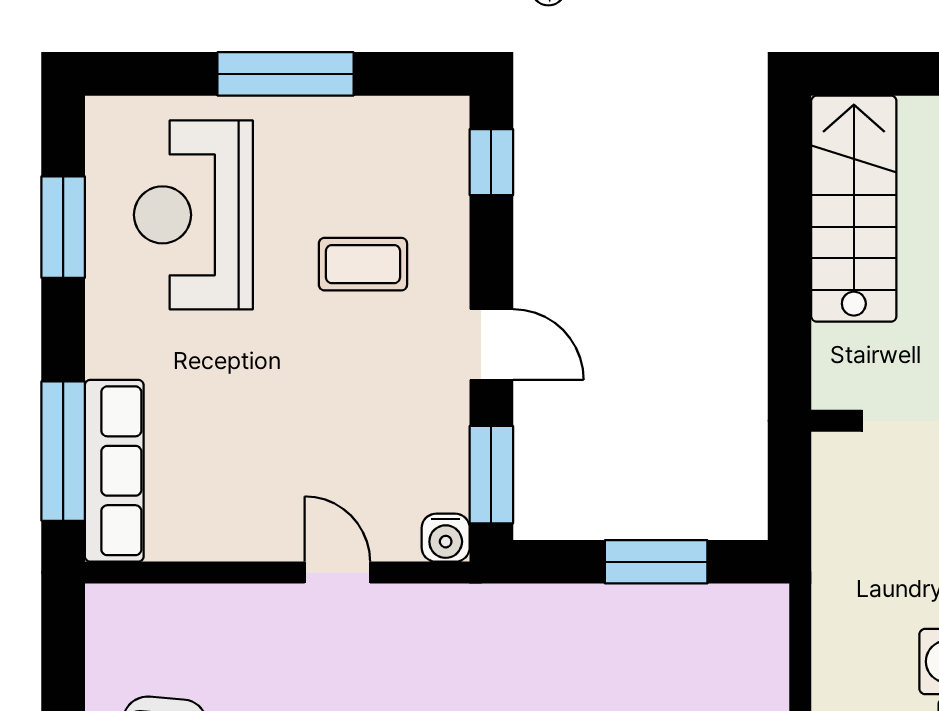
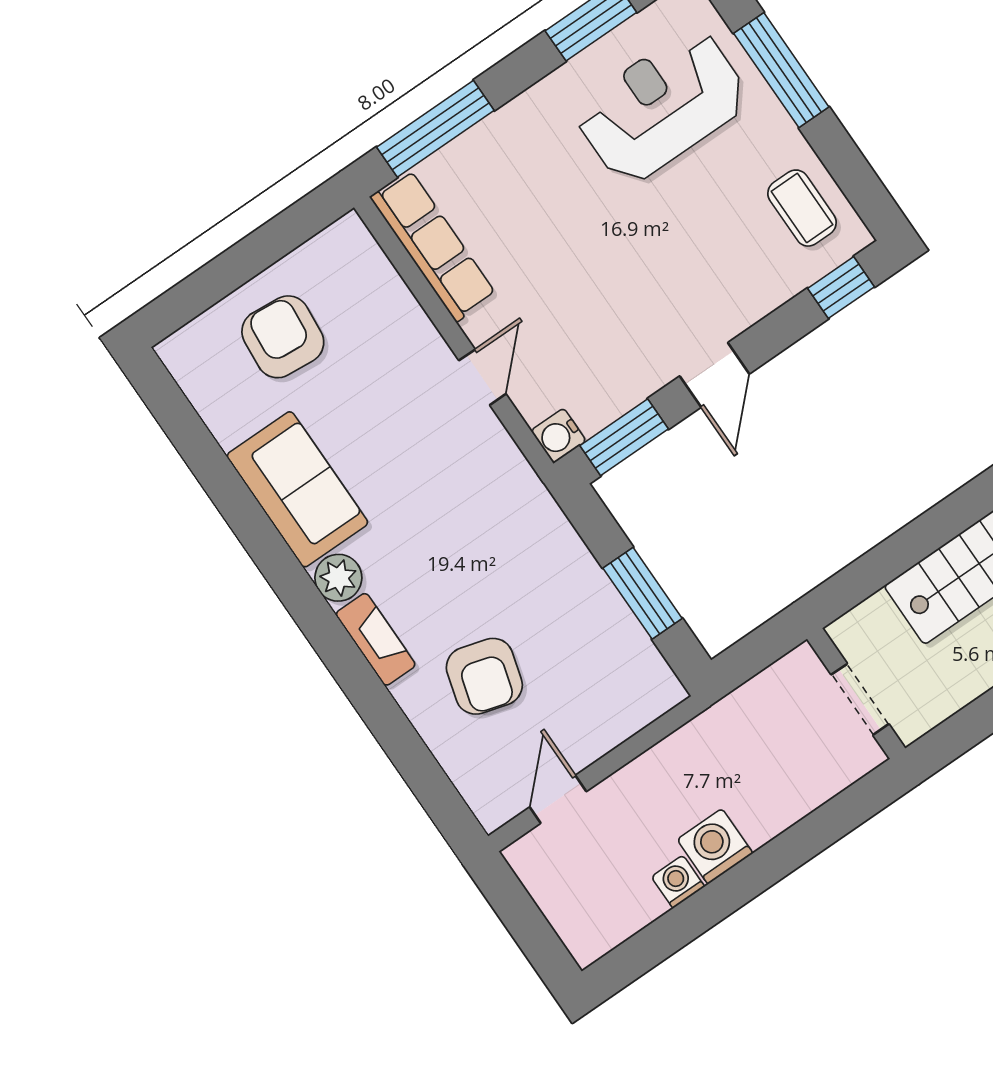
window: (286, 74) -> (781, 70), moved
coffee table: (363, 264) -> (802, 208), moved
row of seats: (114, 471) -> (433, 246), moved, turned -90

